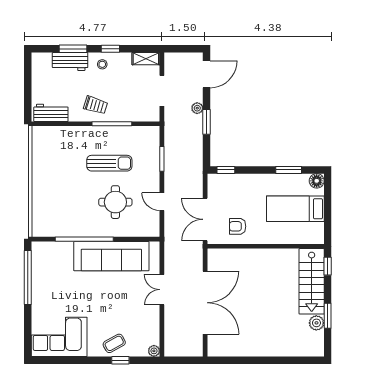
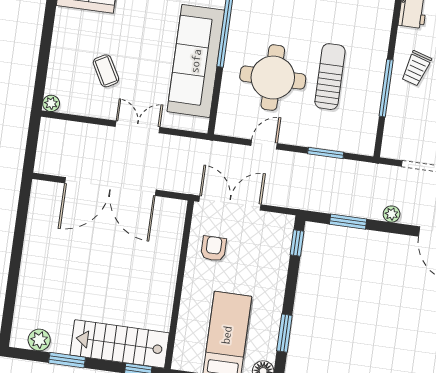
window: (207, 122) -> (348, 222), moved
sun lounger: (109, 163) -> (330, 77), turned 180
round table: (115, 202) -> (273, 78), width x1.36, depth x1.36
plant: (316, 323) -> (39, 340), moved
coffee table: (114, 343) -> (106, 71), moved
window: (120, 360) -> (44, 53), removed

